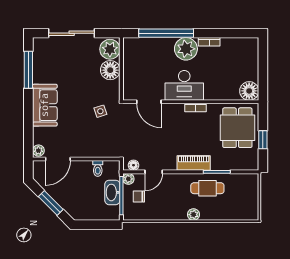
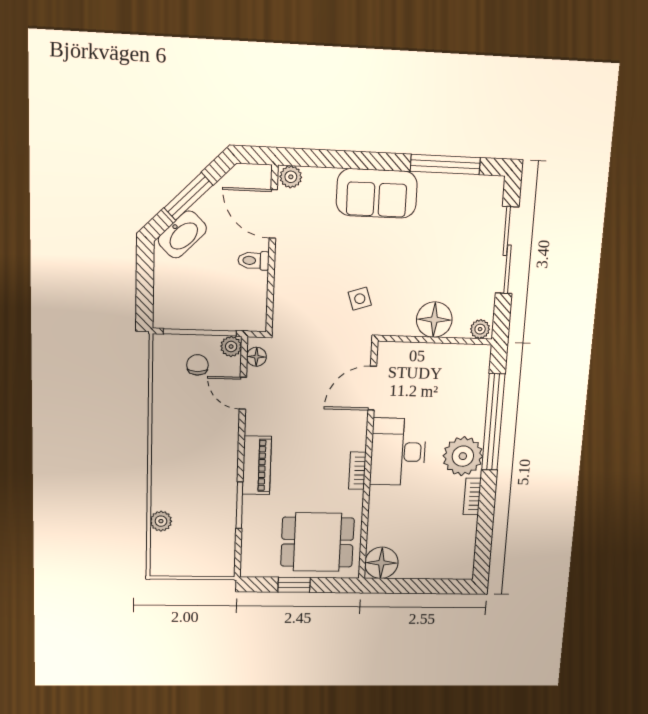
plant: (110, 49) -> (480, 329), width x0.53, depth x0.53
toilet: (98, 168) -> (254, 261), moved
cafe table: (207, 188) -> (210, 489), removed
washbasin: (112, 192) -> (182, 234), moved, turned 135
plant: (193, 215) -> (161, 521), moved

